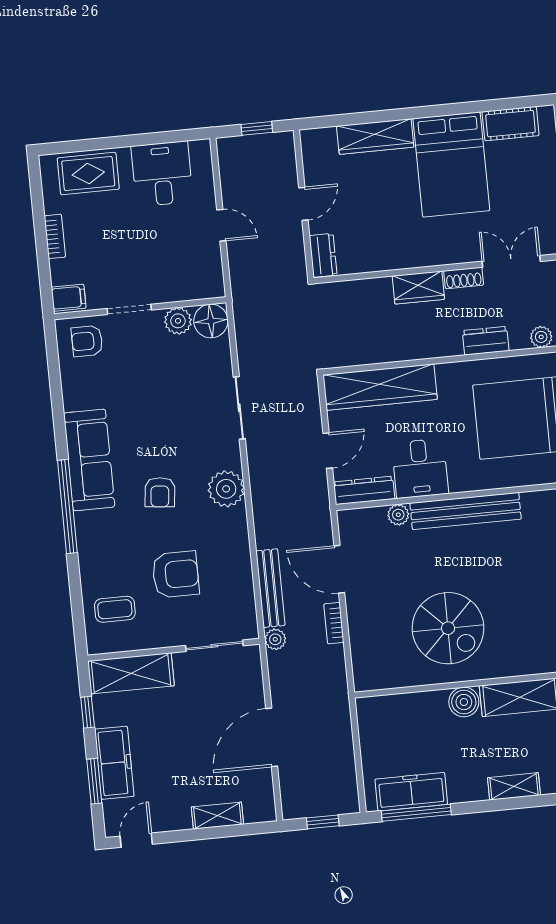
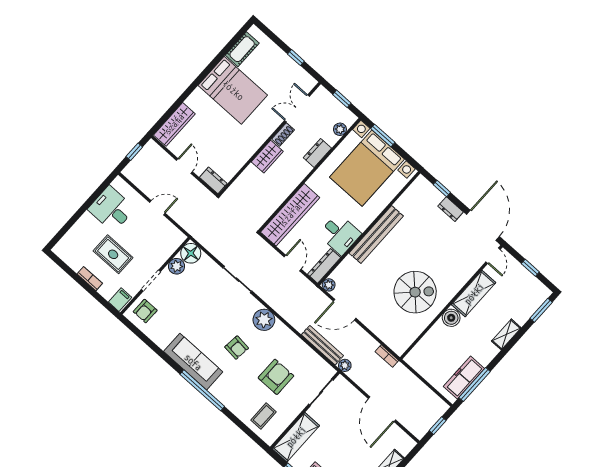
wardrobe: (375, 137) -> (174, 124), moved
rug: (88, 174) -> (113, 254), moved, turned 90
plant: (398, 515) -> (329, 285), moved
bookcase: (334, 623) -> (387, 356), moved

